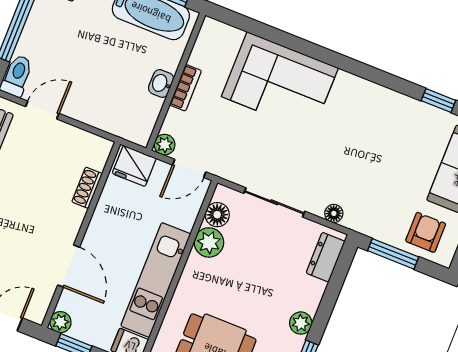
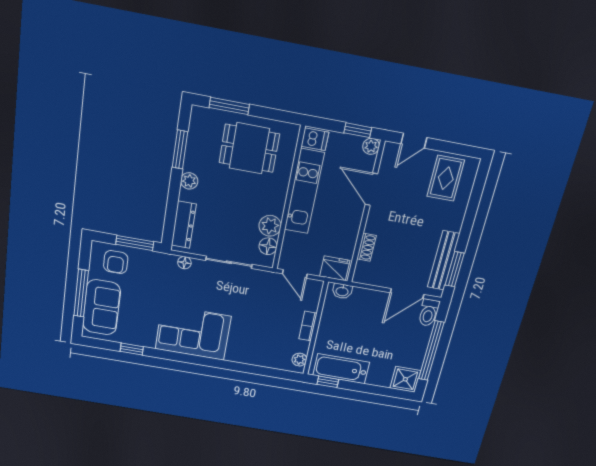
corner sofa: (280, 82) -> (193, 333), moved
washbasin: (161, 83) -> (342, 291), moved, turned 90
door: (42, 110) -> (407, 294), width x1.38
plant: (165, 145) -> (299, 360), moved
door: (189, 168) -> (295, 274), swing flipped
dresser: (326, 257) -> (184, 225), width x1.44

